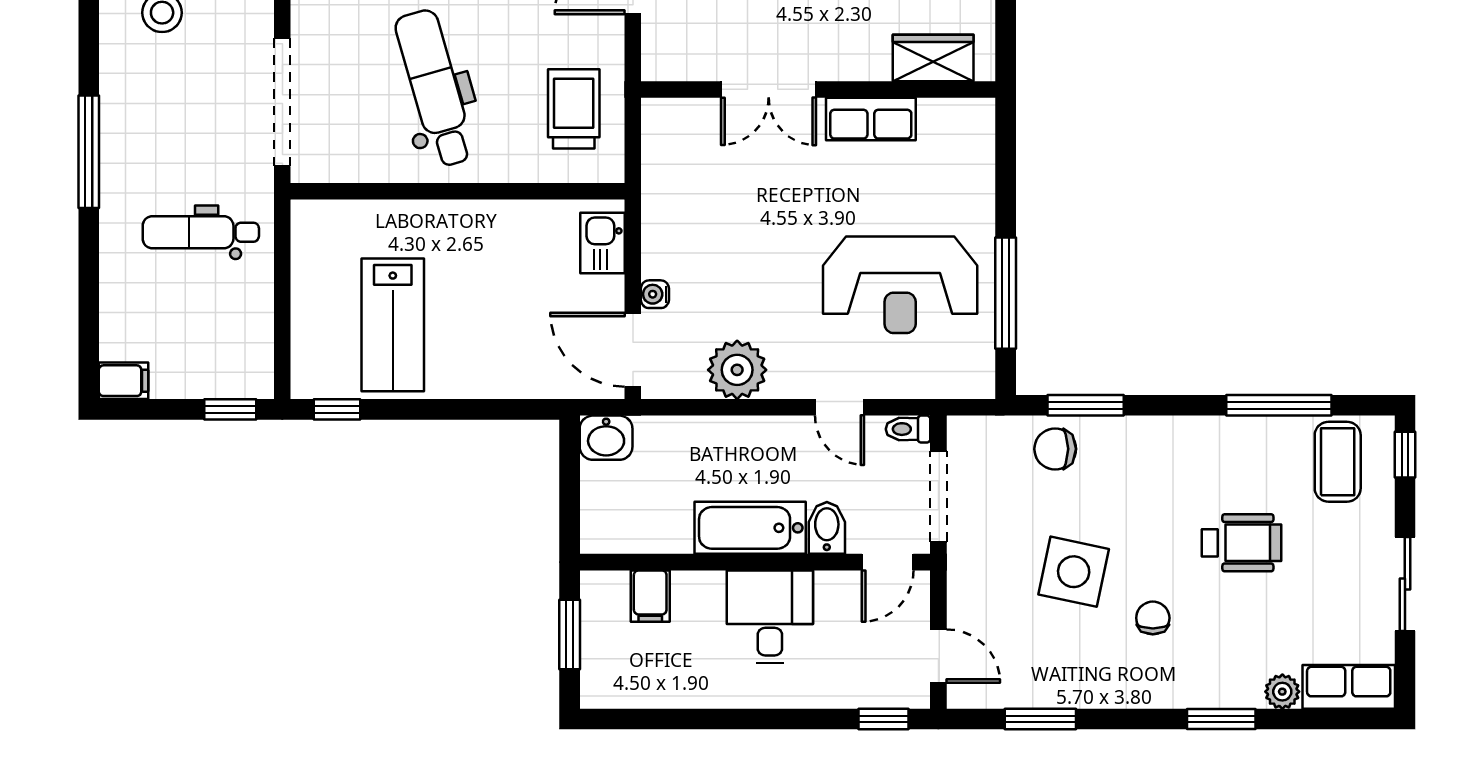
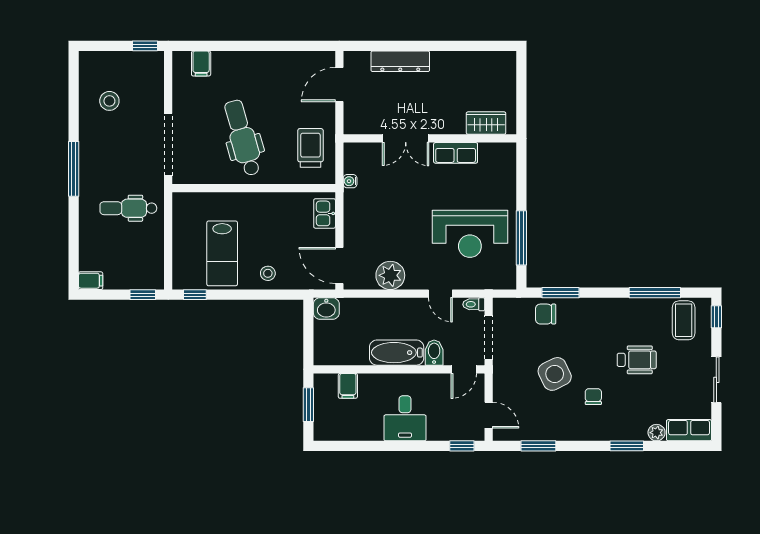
water cooler: (655, 294) -> (350, 181), moved
stool: (486, 366) -> (268, 273), added
side table: (1074, 572) -> (555, 374), turned -38
desk: (770, 617) -> (405, 418), moved, turned 180

